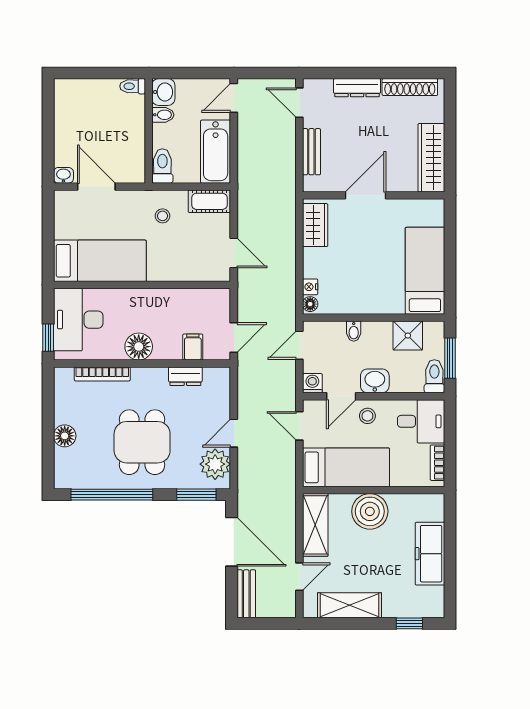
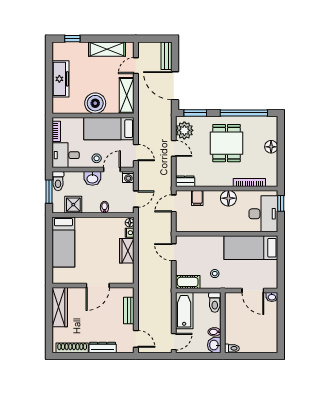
wardrobe: (315, 225) -> (127, 251), moved
dresser: (185, 376) -> (185, 181), moved
door: (234, 433) -> (174, 148), hinge flipped

